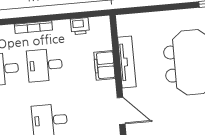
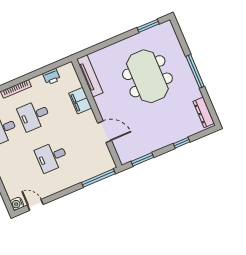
tv unit: (127, 62) -> (90, 76), moved

